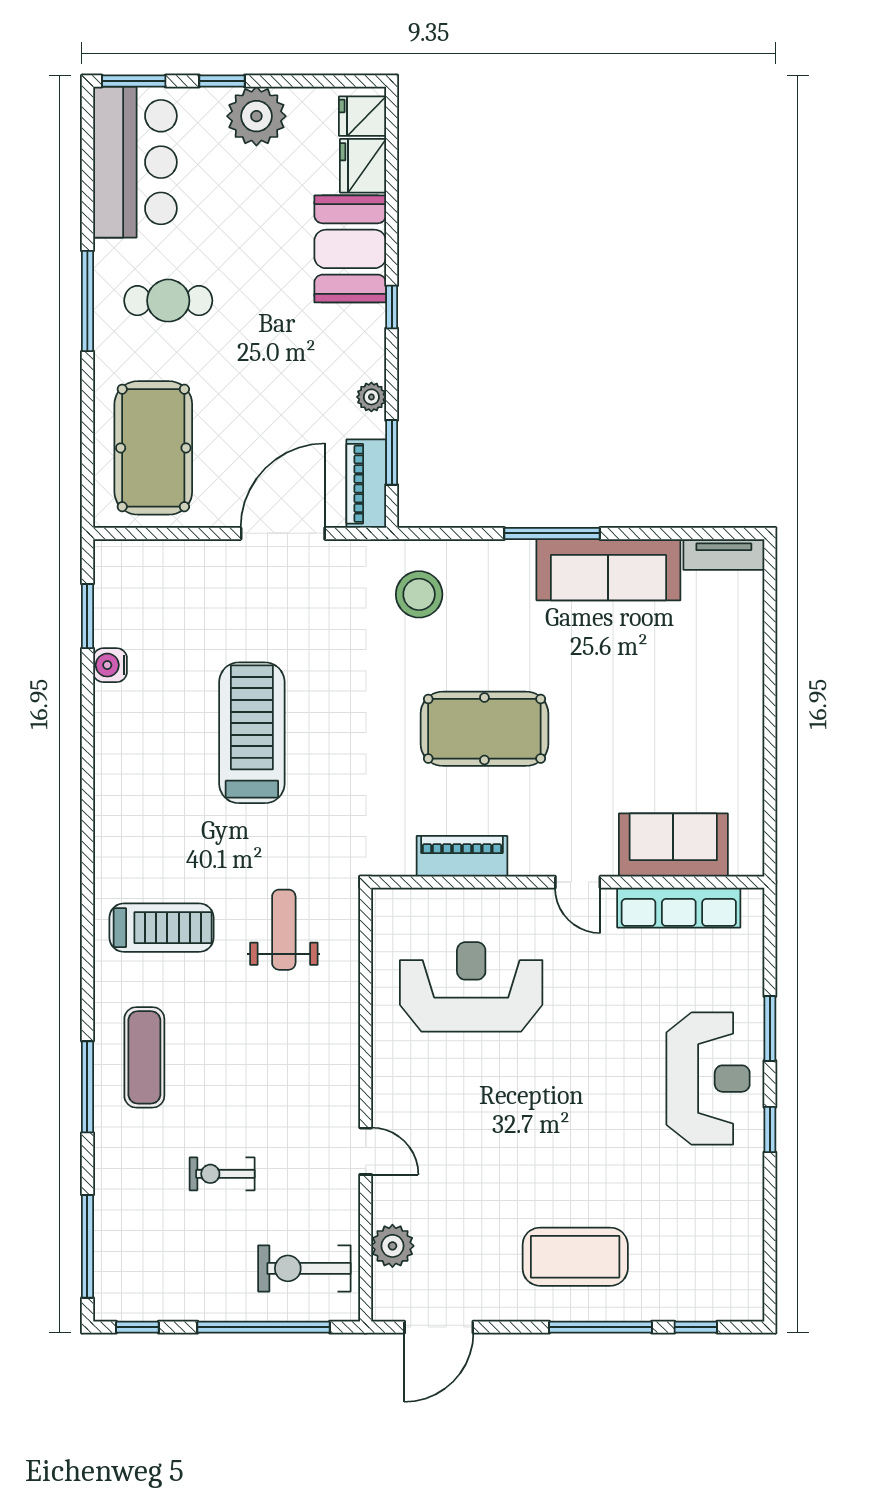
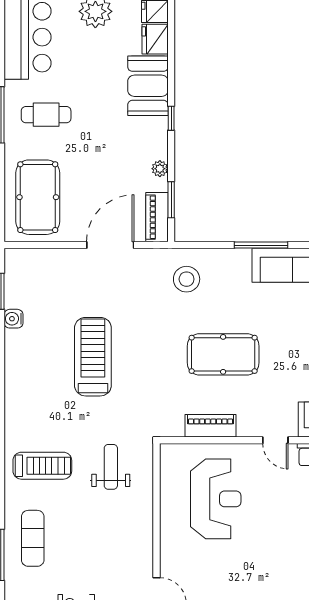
reception desk: (471, 987) -> (216, 499), turned 90

